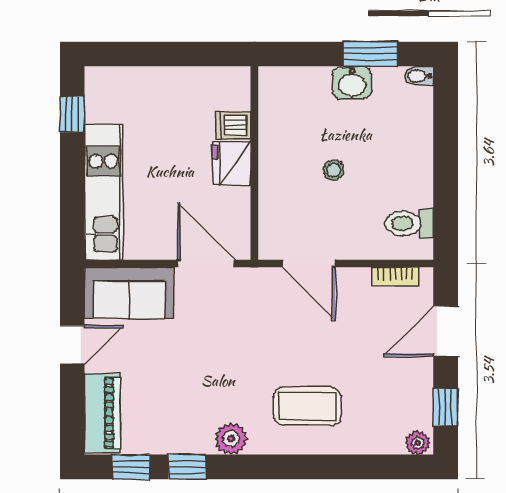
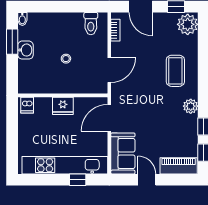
window: (72, 114) -> (78, 180), moved
dishwasher: (233, 125) -> (27, 105), moved
kitchen unit: (104, 192) -> (65, 165), width x1.36
plant: (418, 443) -> (188, 24), width x1.88, depth x1.88

